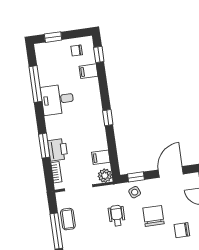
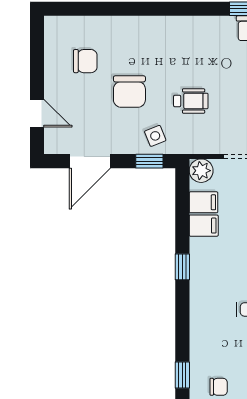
filing cabinet: (88, 71) -> (204, 226), moved
wheelchair: (117, 216) -> (191, 101), turned -90

